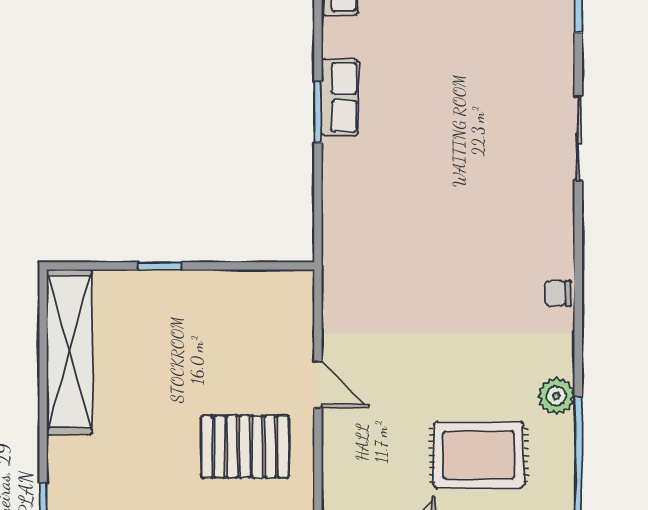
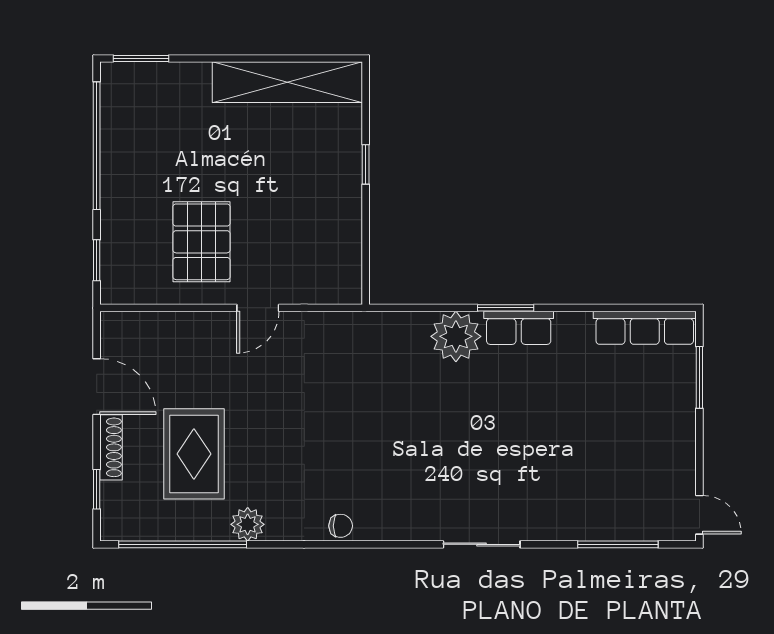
plant: (349, 166) -> (456, 336), added
chair: (558, 293) -> (341, 526), turned 90

